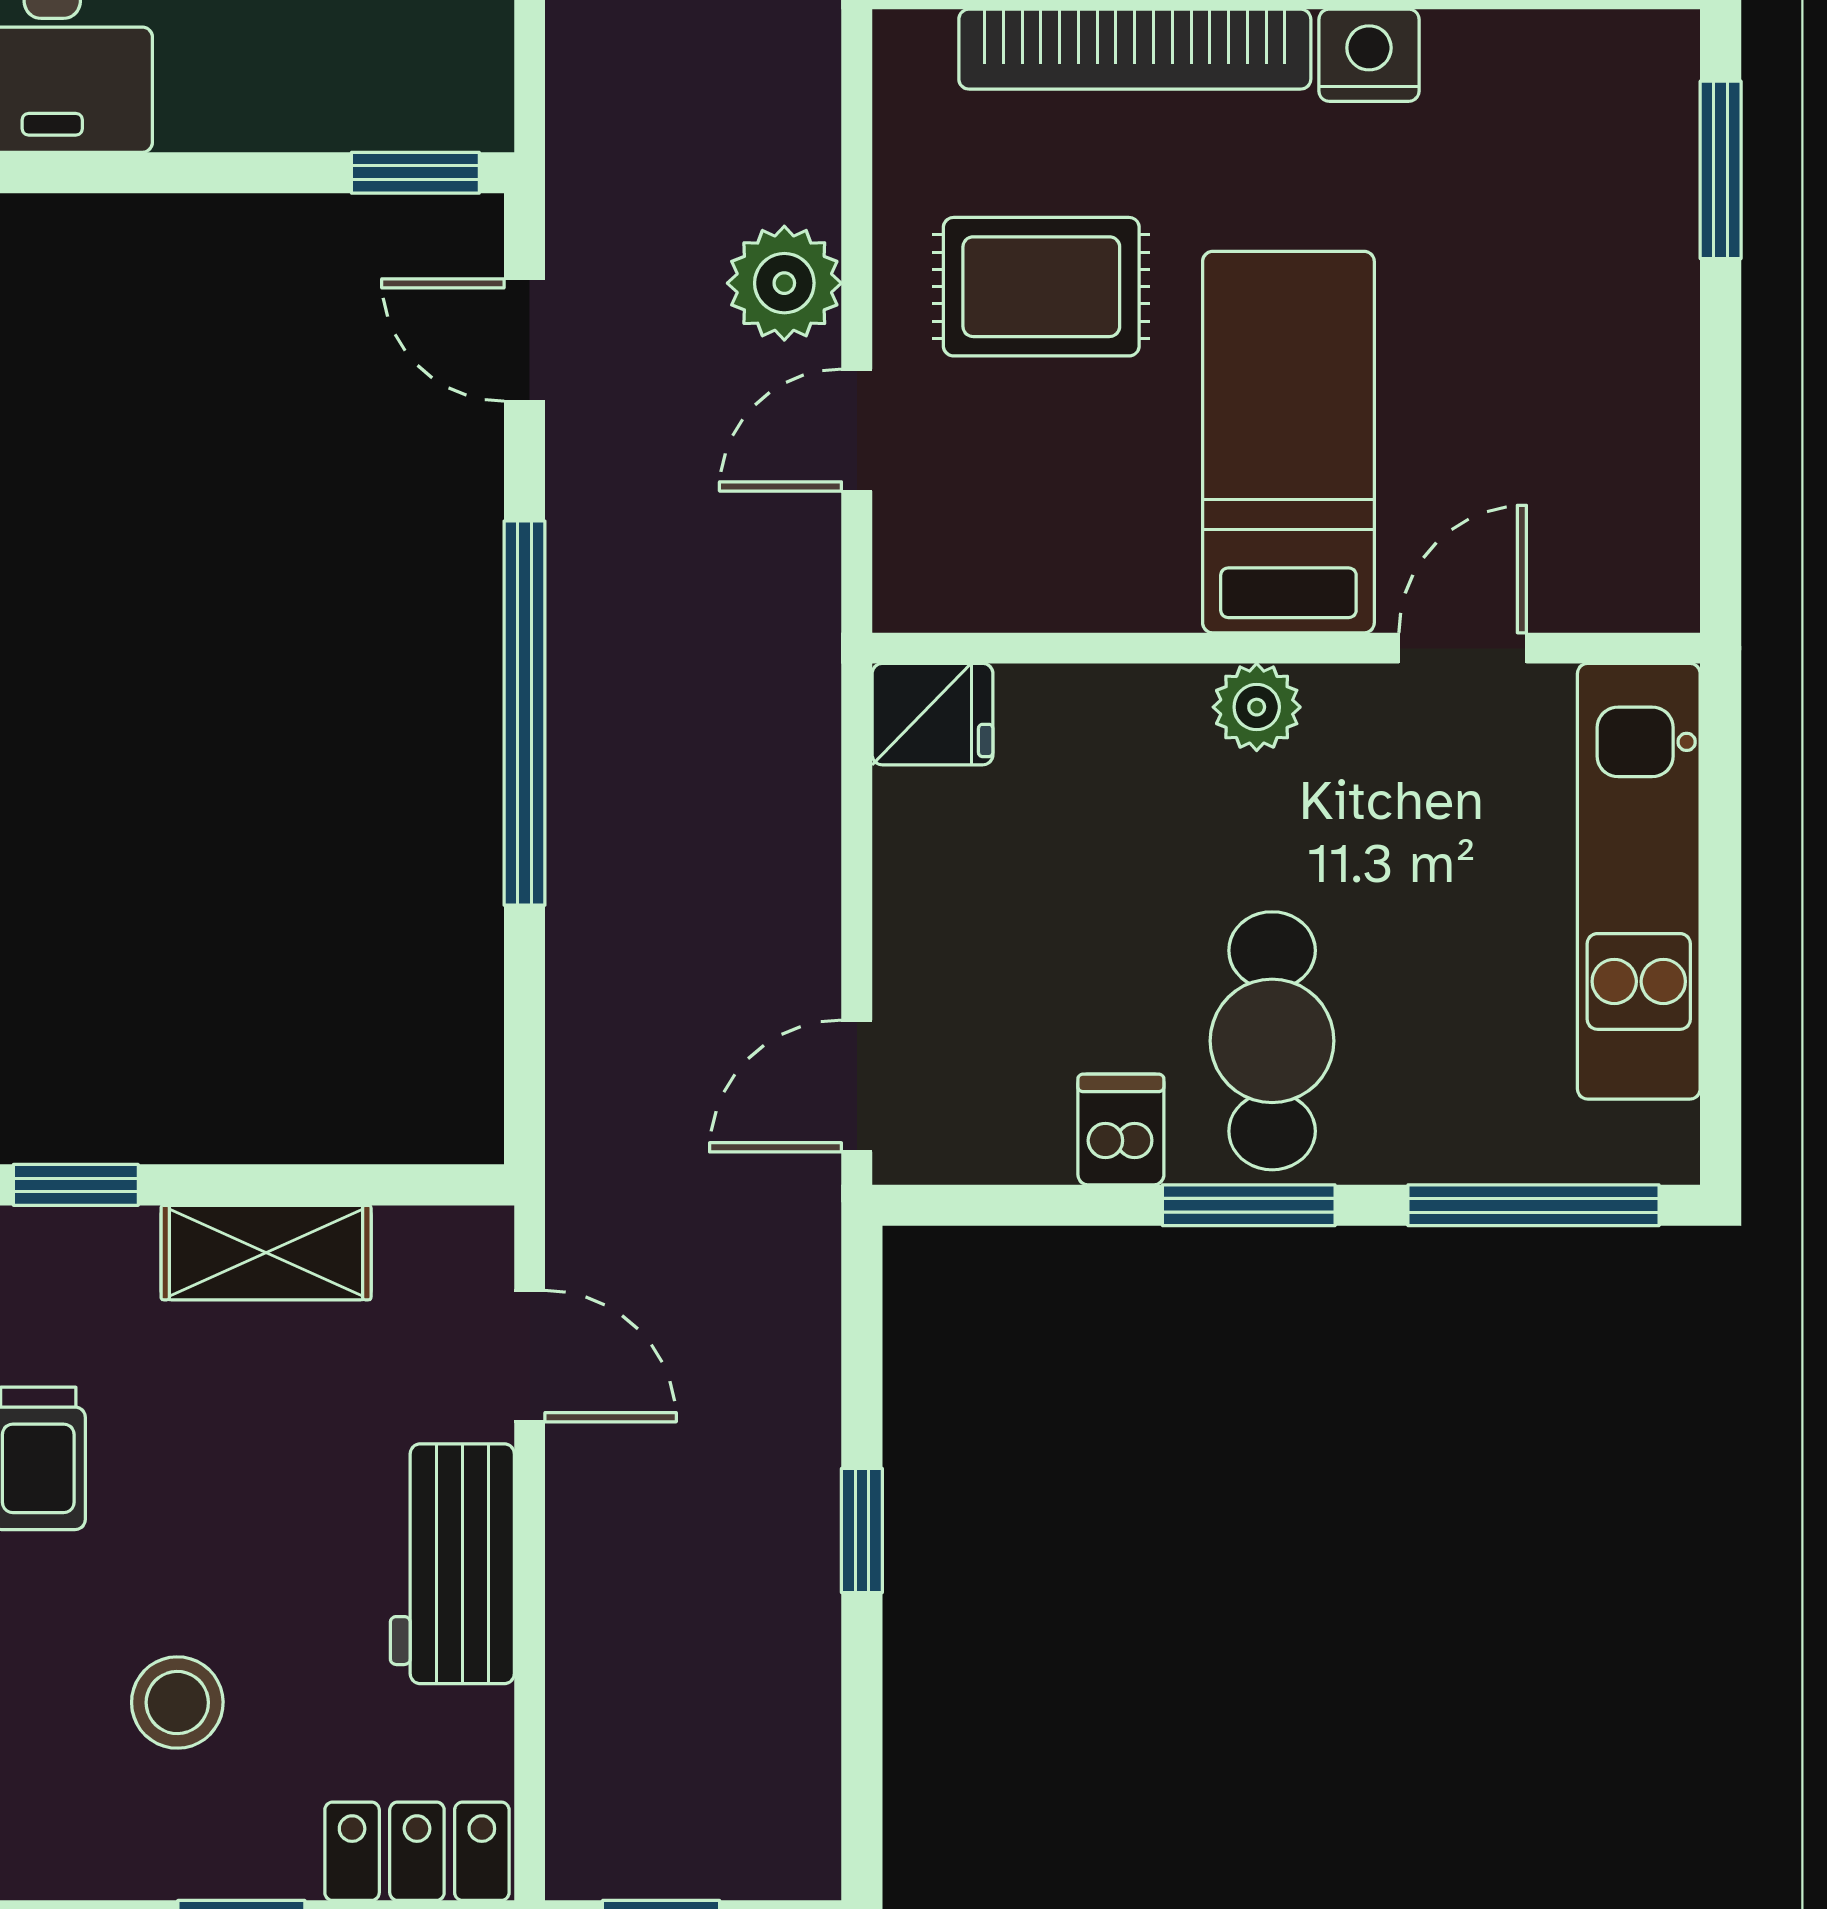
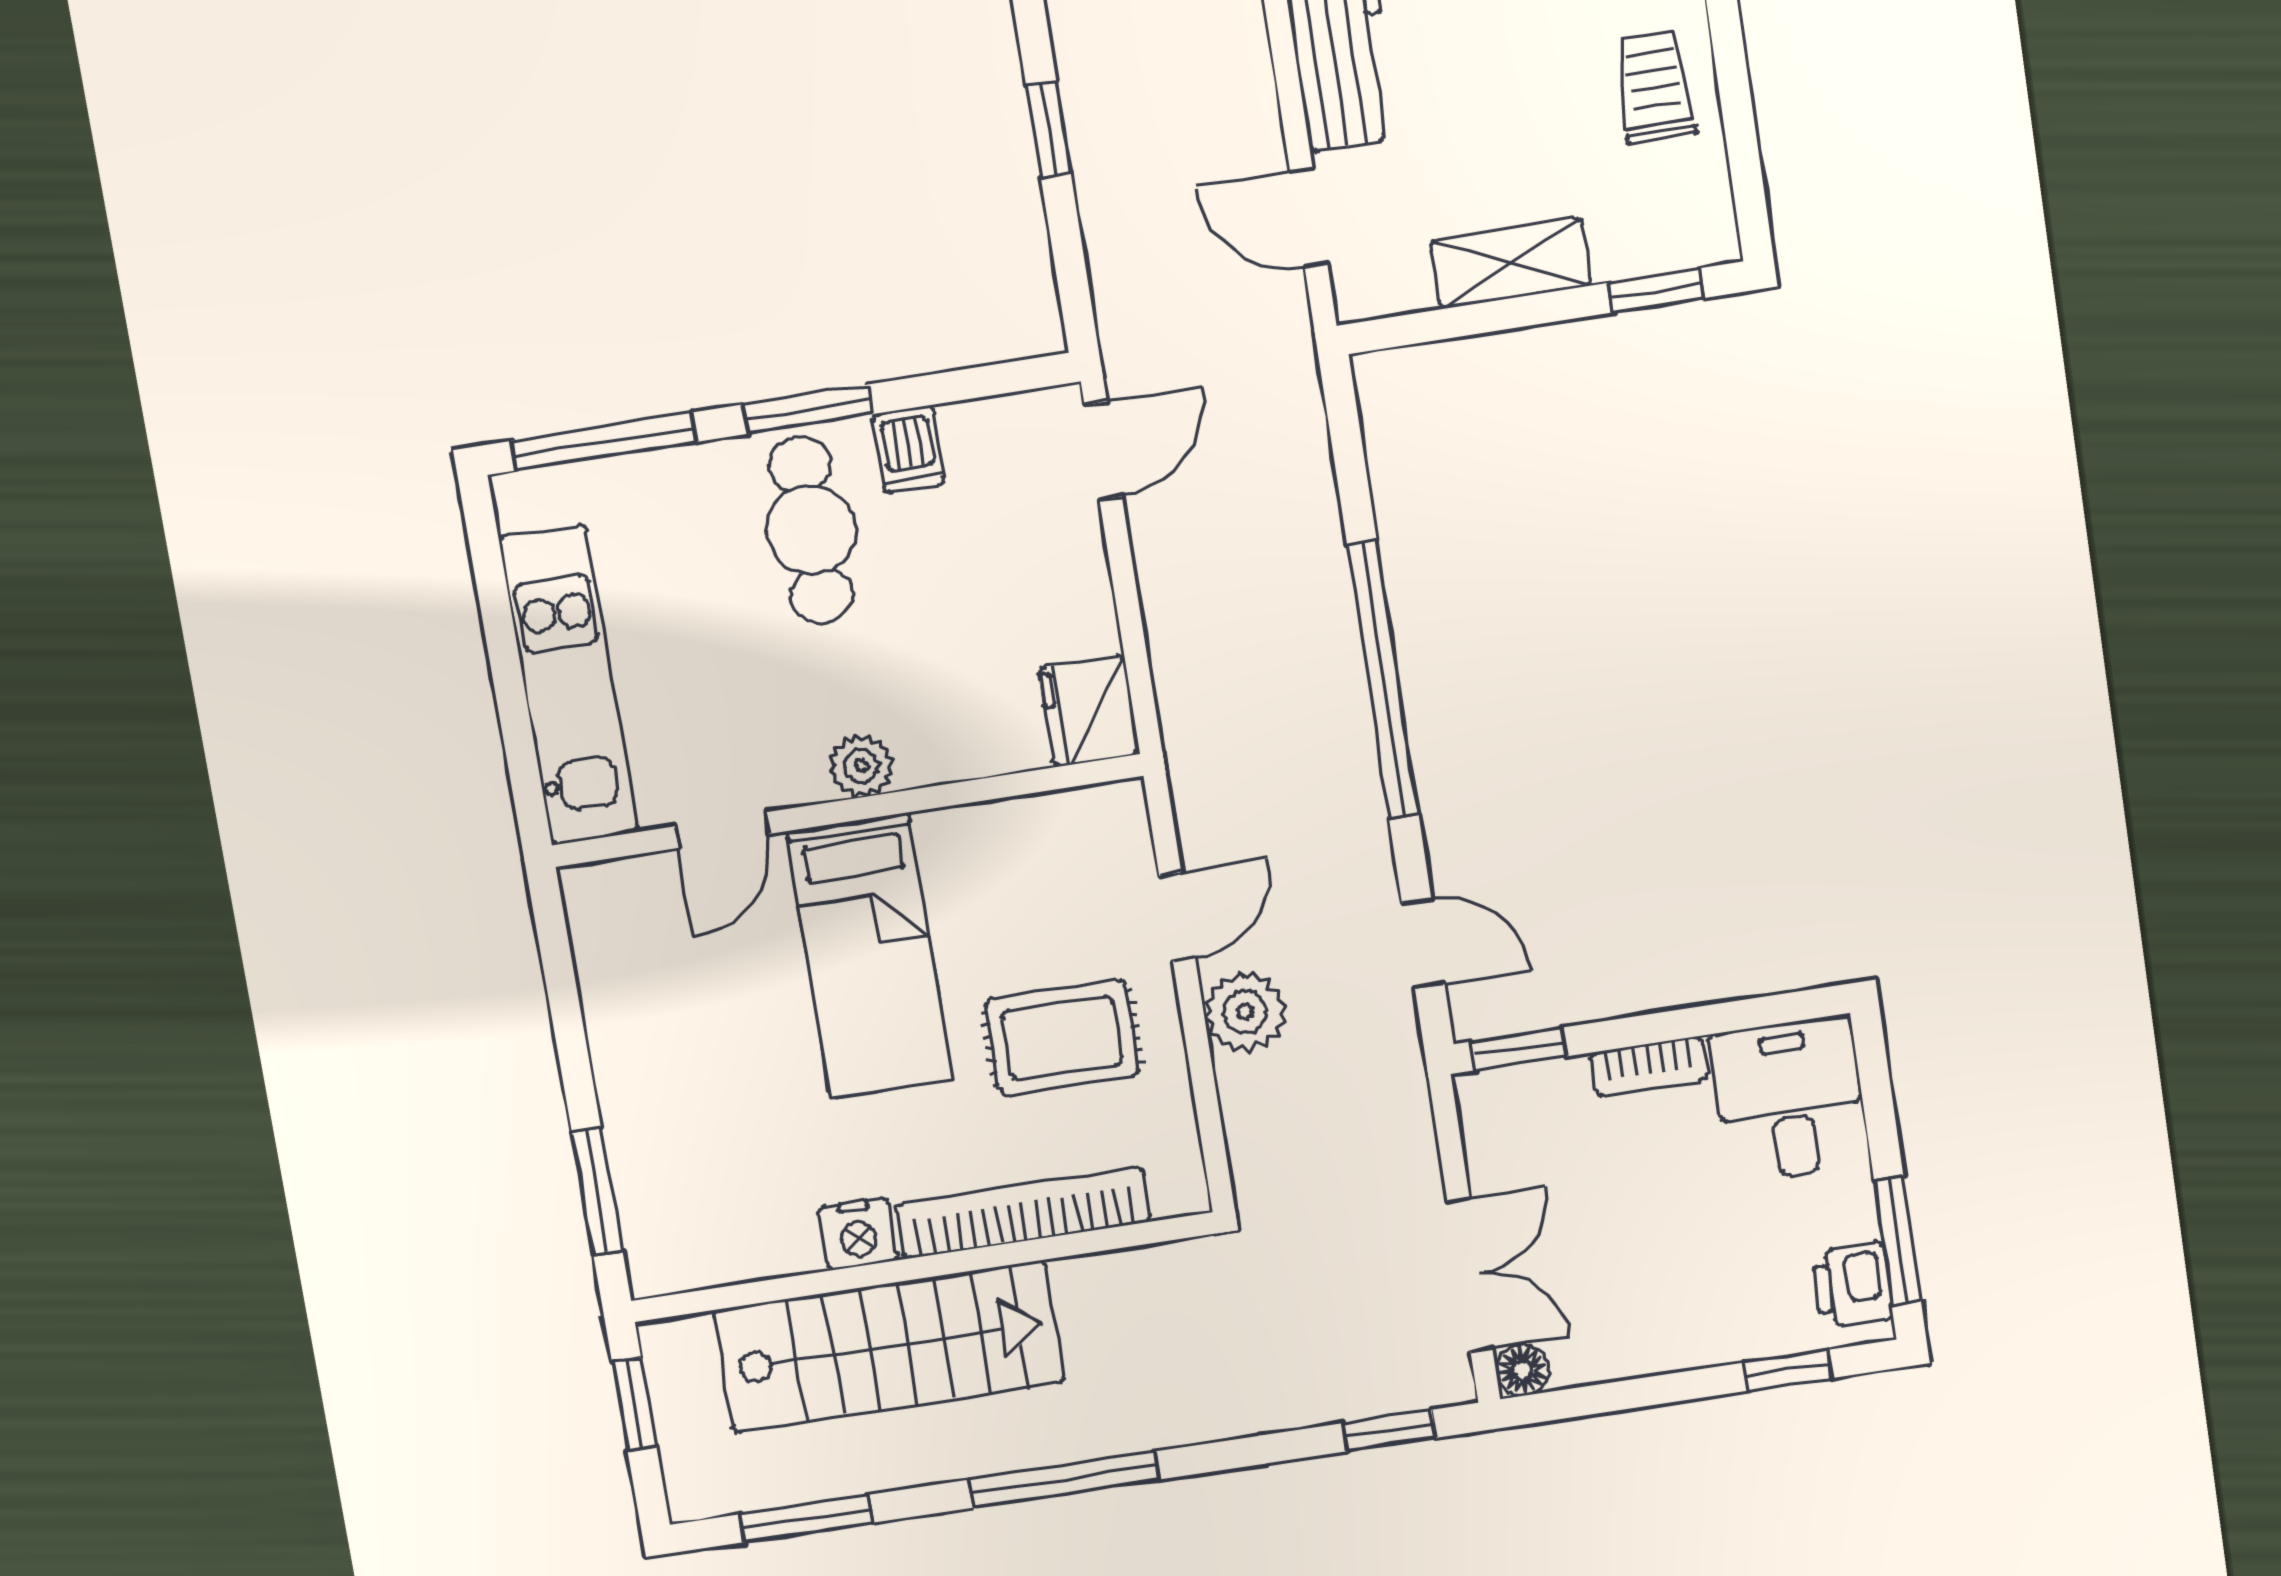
bookcase: (239, 121) -> (1649, 1066), added
fridge: (933, 714) -> (1089, 711), width x1.38

